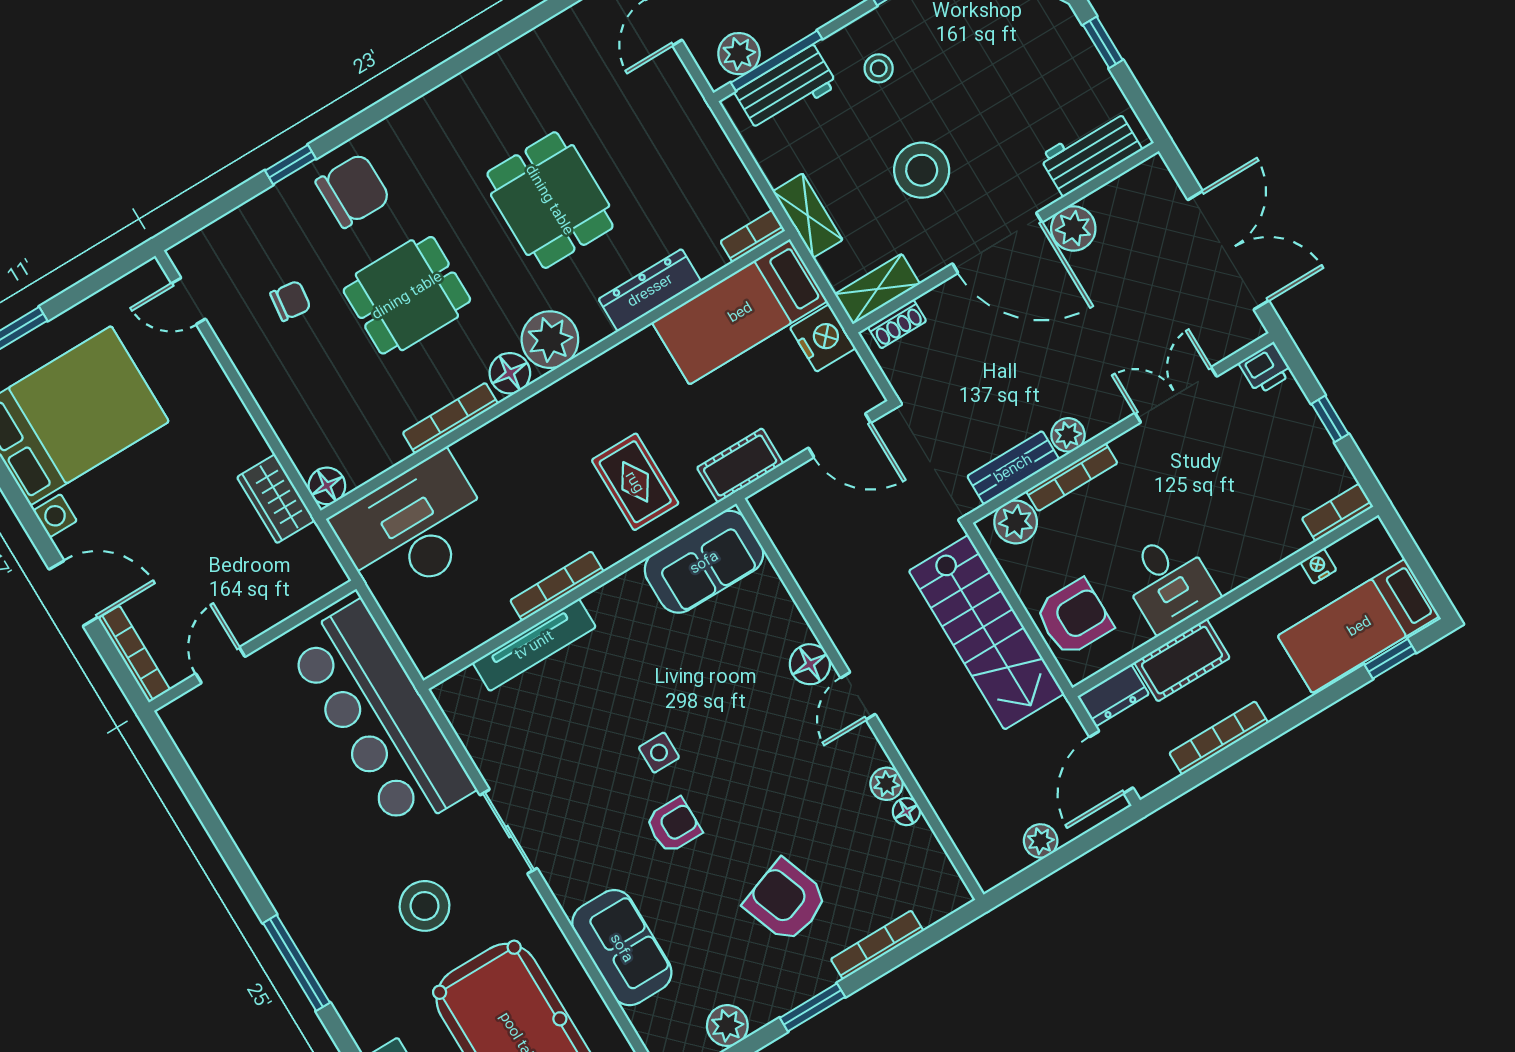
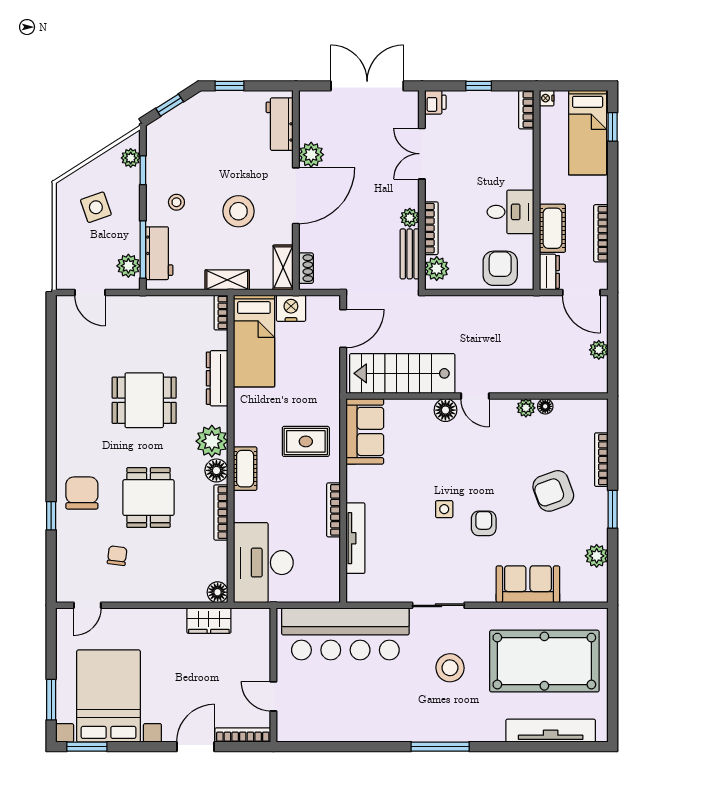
cot: (740, 465) -> (245, 469), moved
nightstand: (1318, 566) -> (547, 98), moved
stairs: (986, 632) -> (402, 373), moved, turned 180

